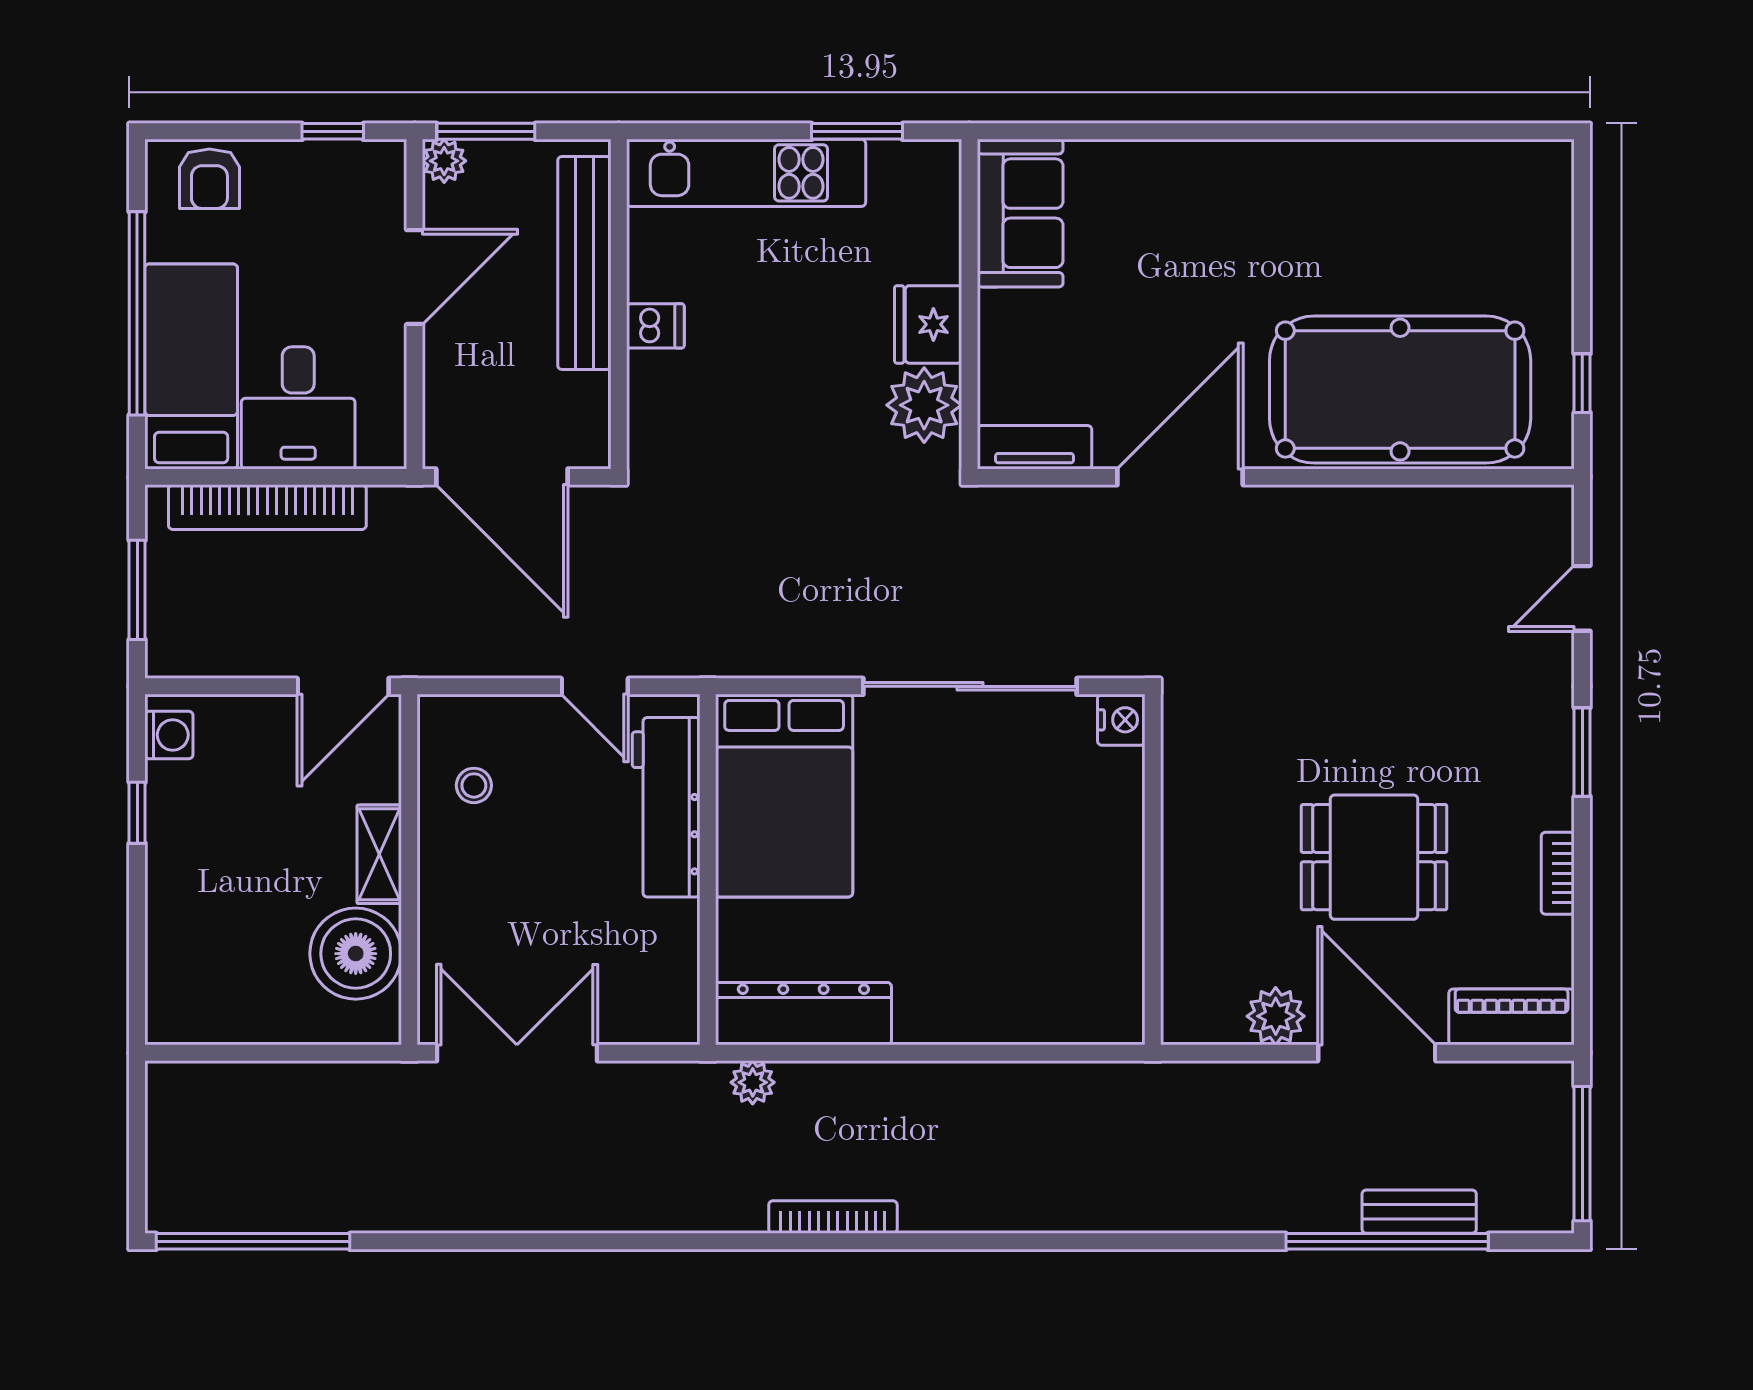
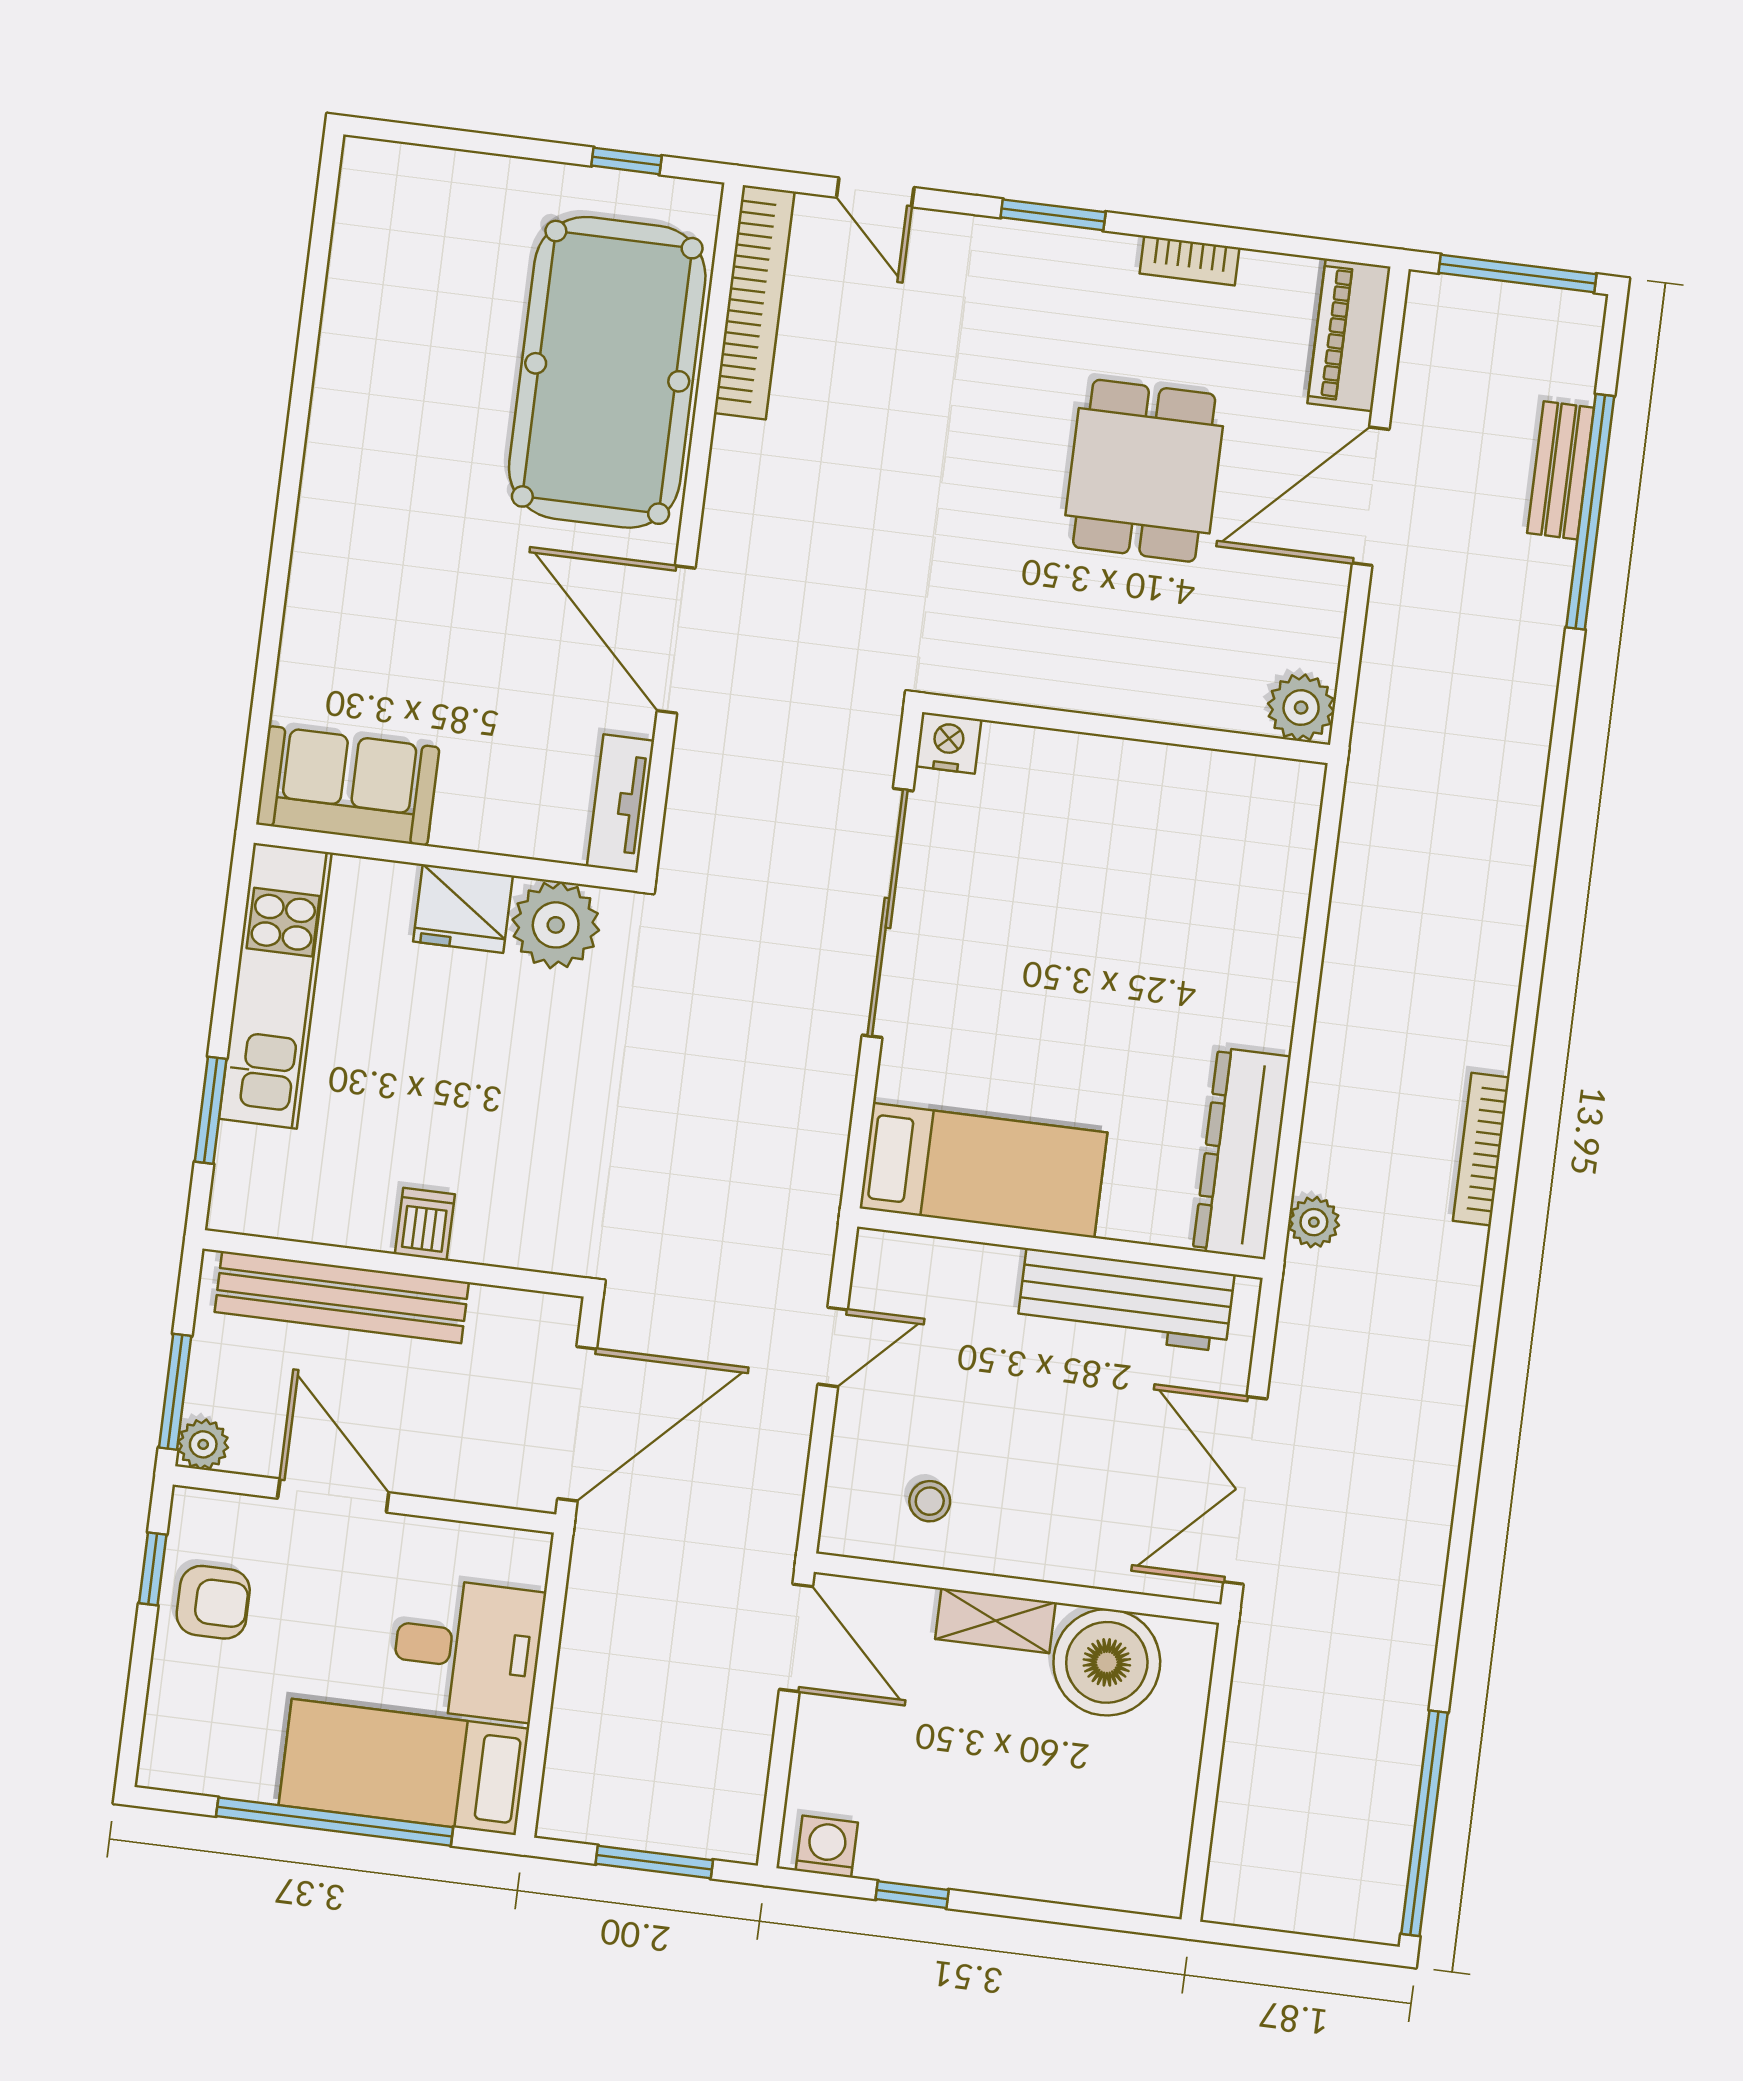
window: (857, 131) -> (211, 1110), moved
kitchen unit: (746, 173) -> (275, 986), moved
armchair: (209, 179) -> (213, 1602), moved
bookcase: (267, 507) -> (754, 302), moved
bed: (784, 796) -> (983, 1170), width x0.67
workbench: (666, 807) -> (1126, 1300), moved
plant: (1276, 1016) -> (1301, 708), moved

